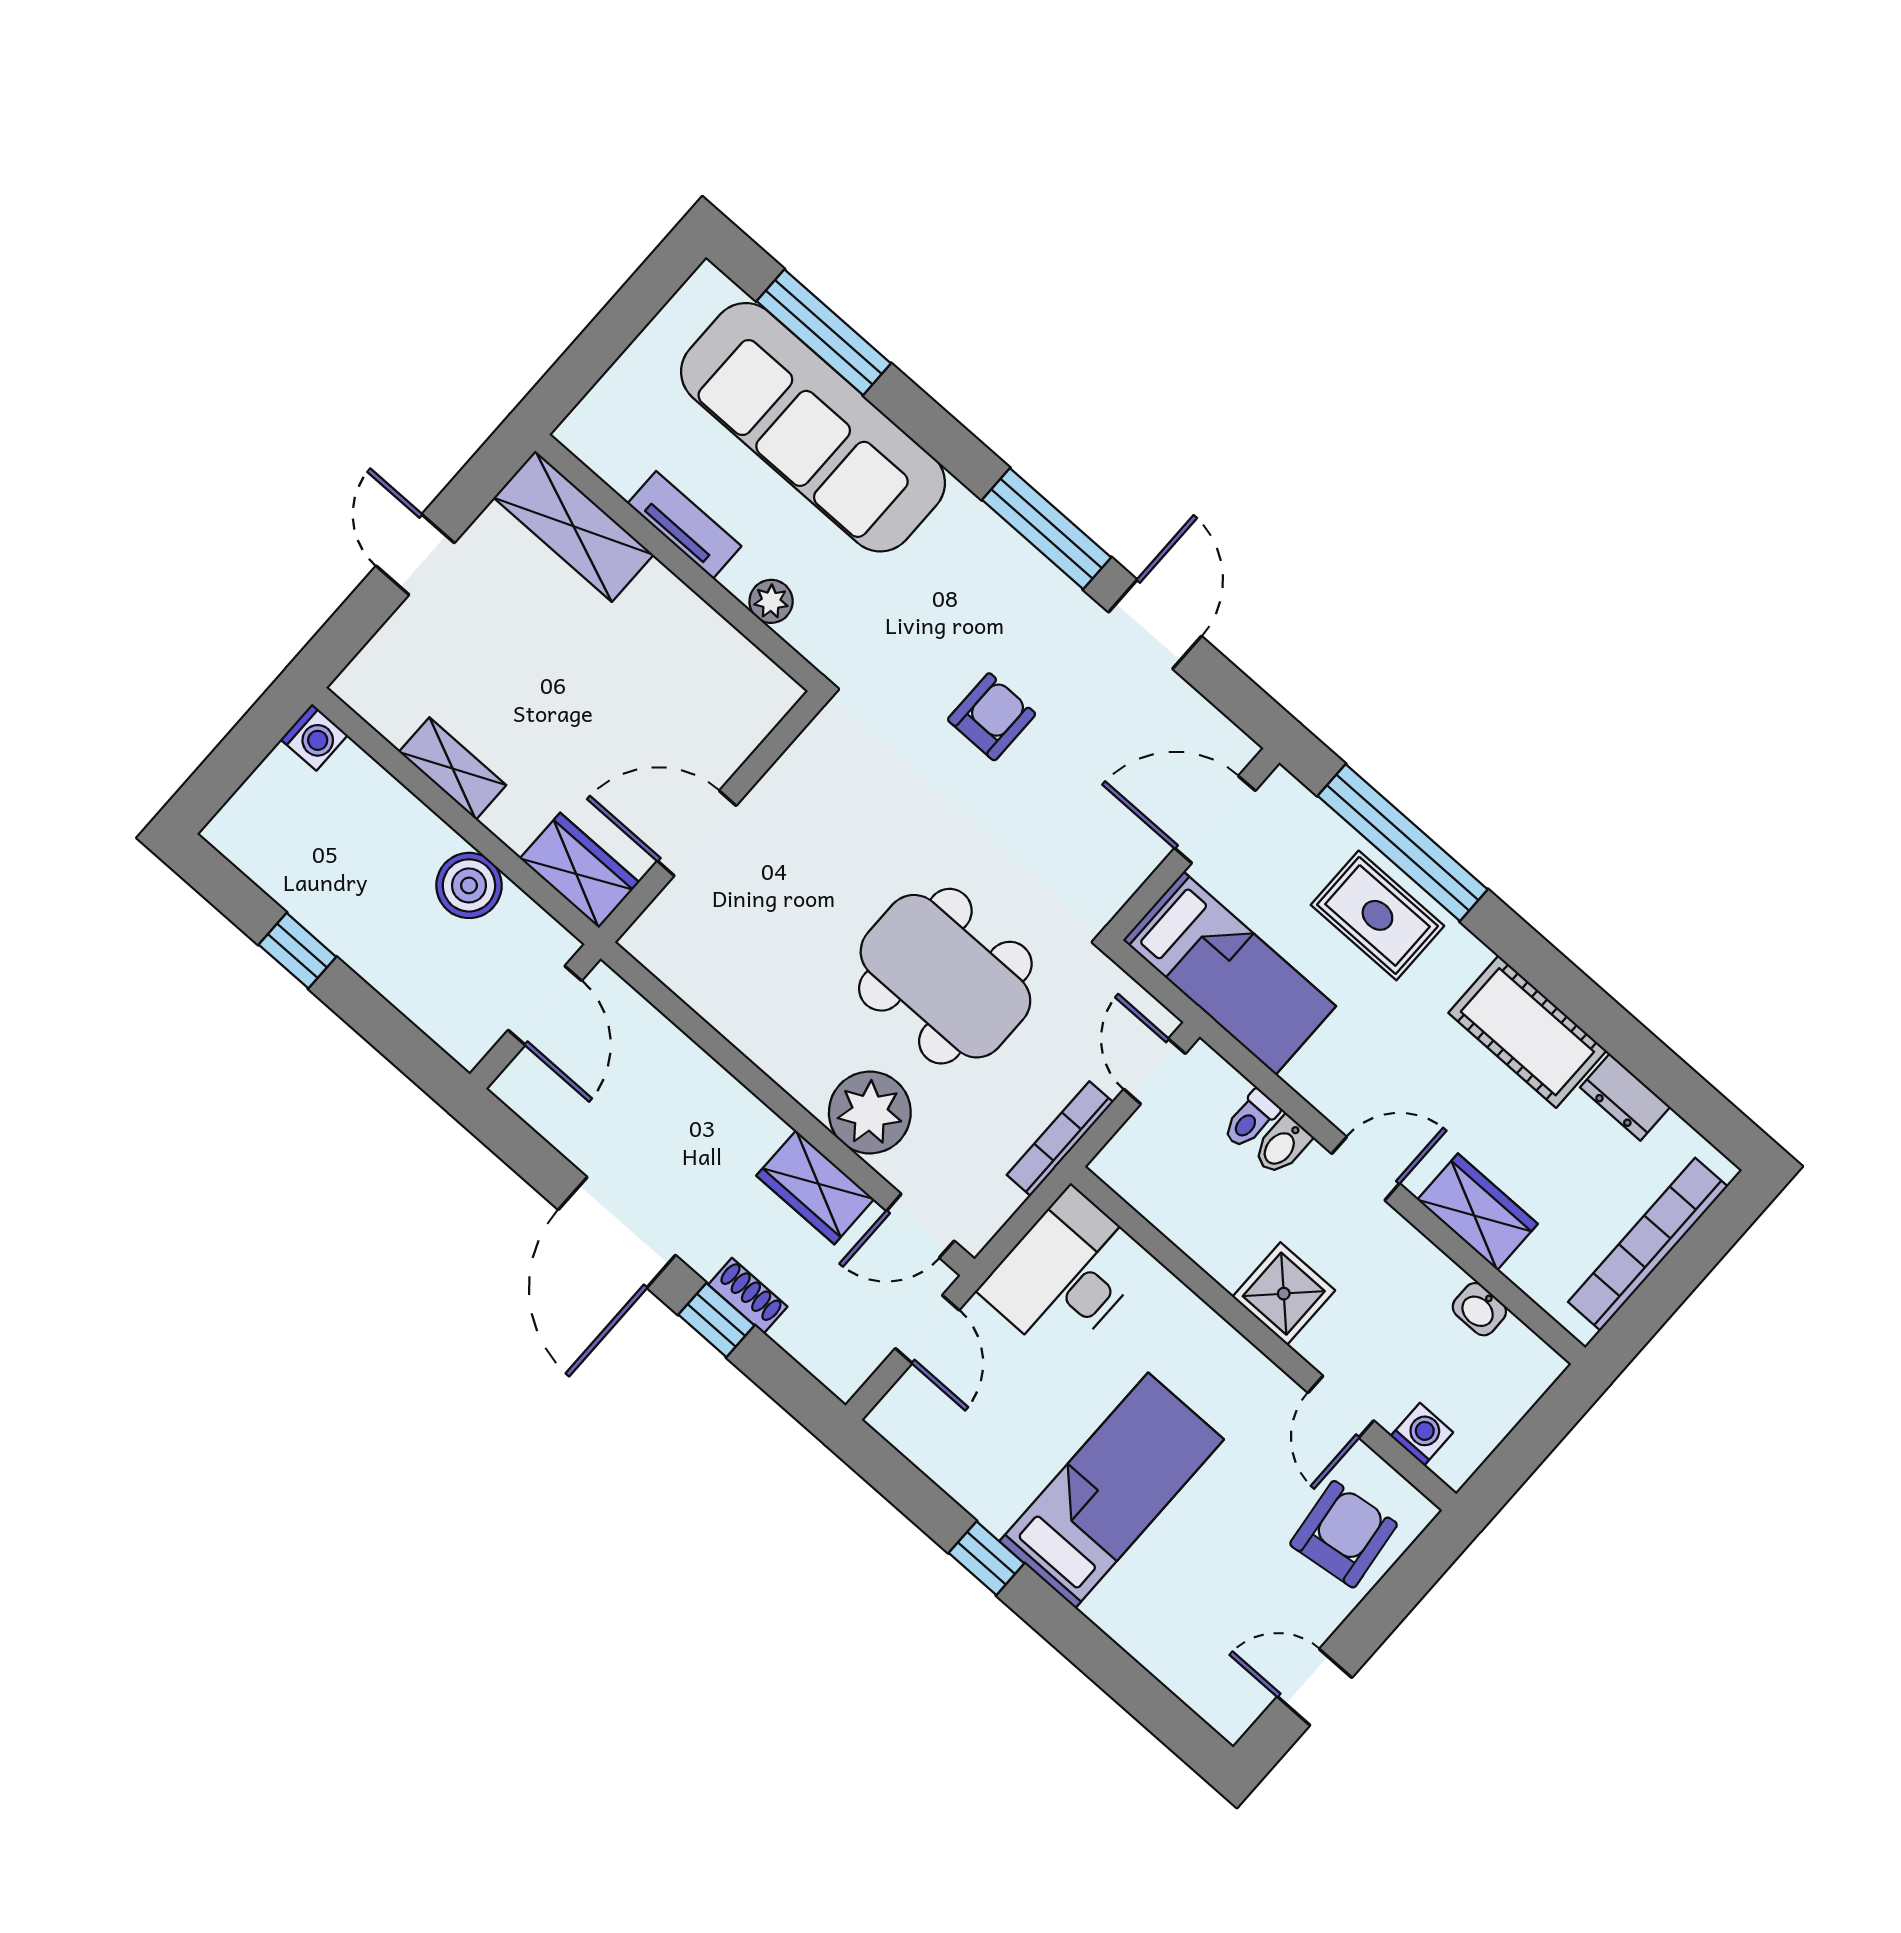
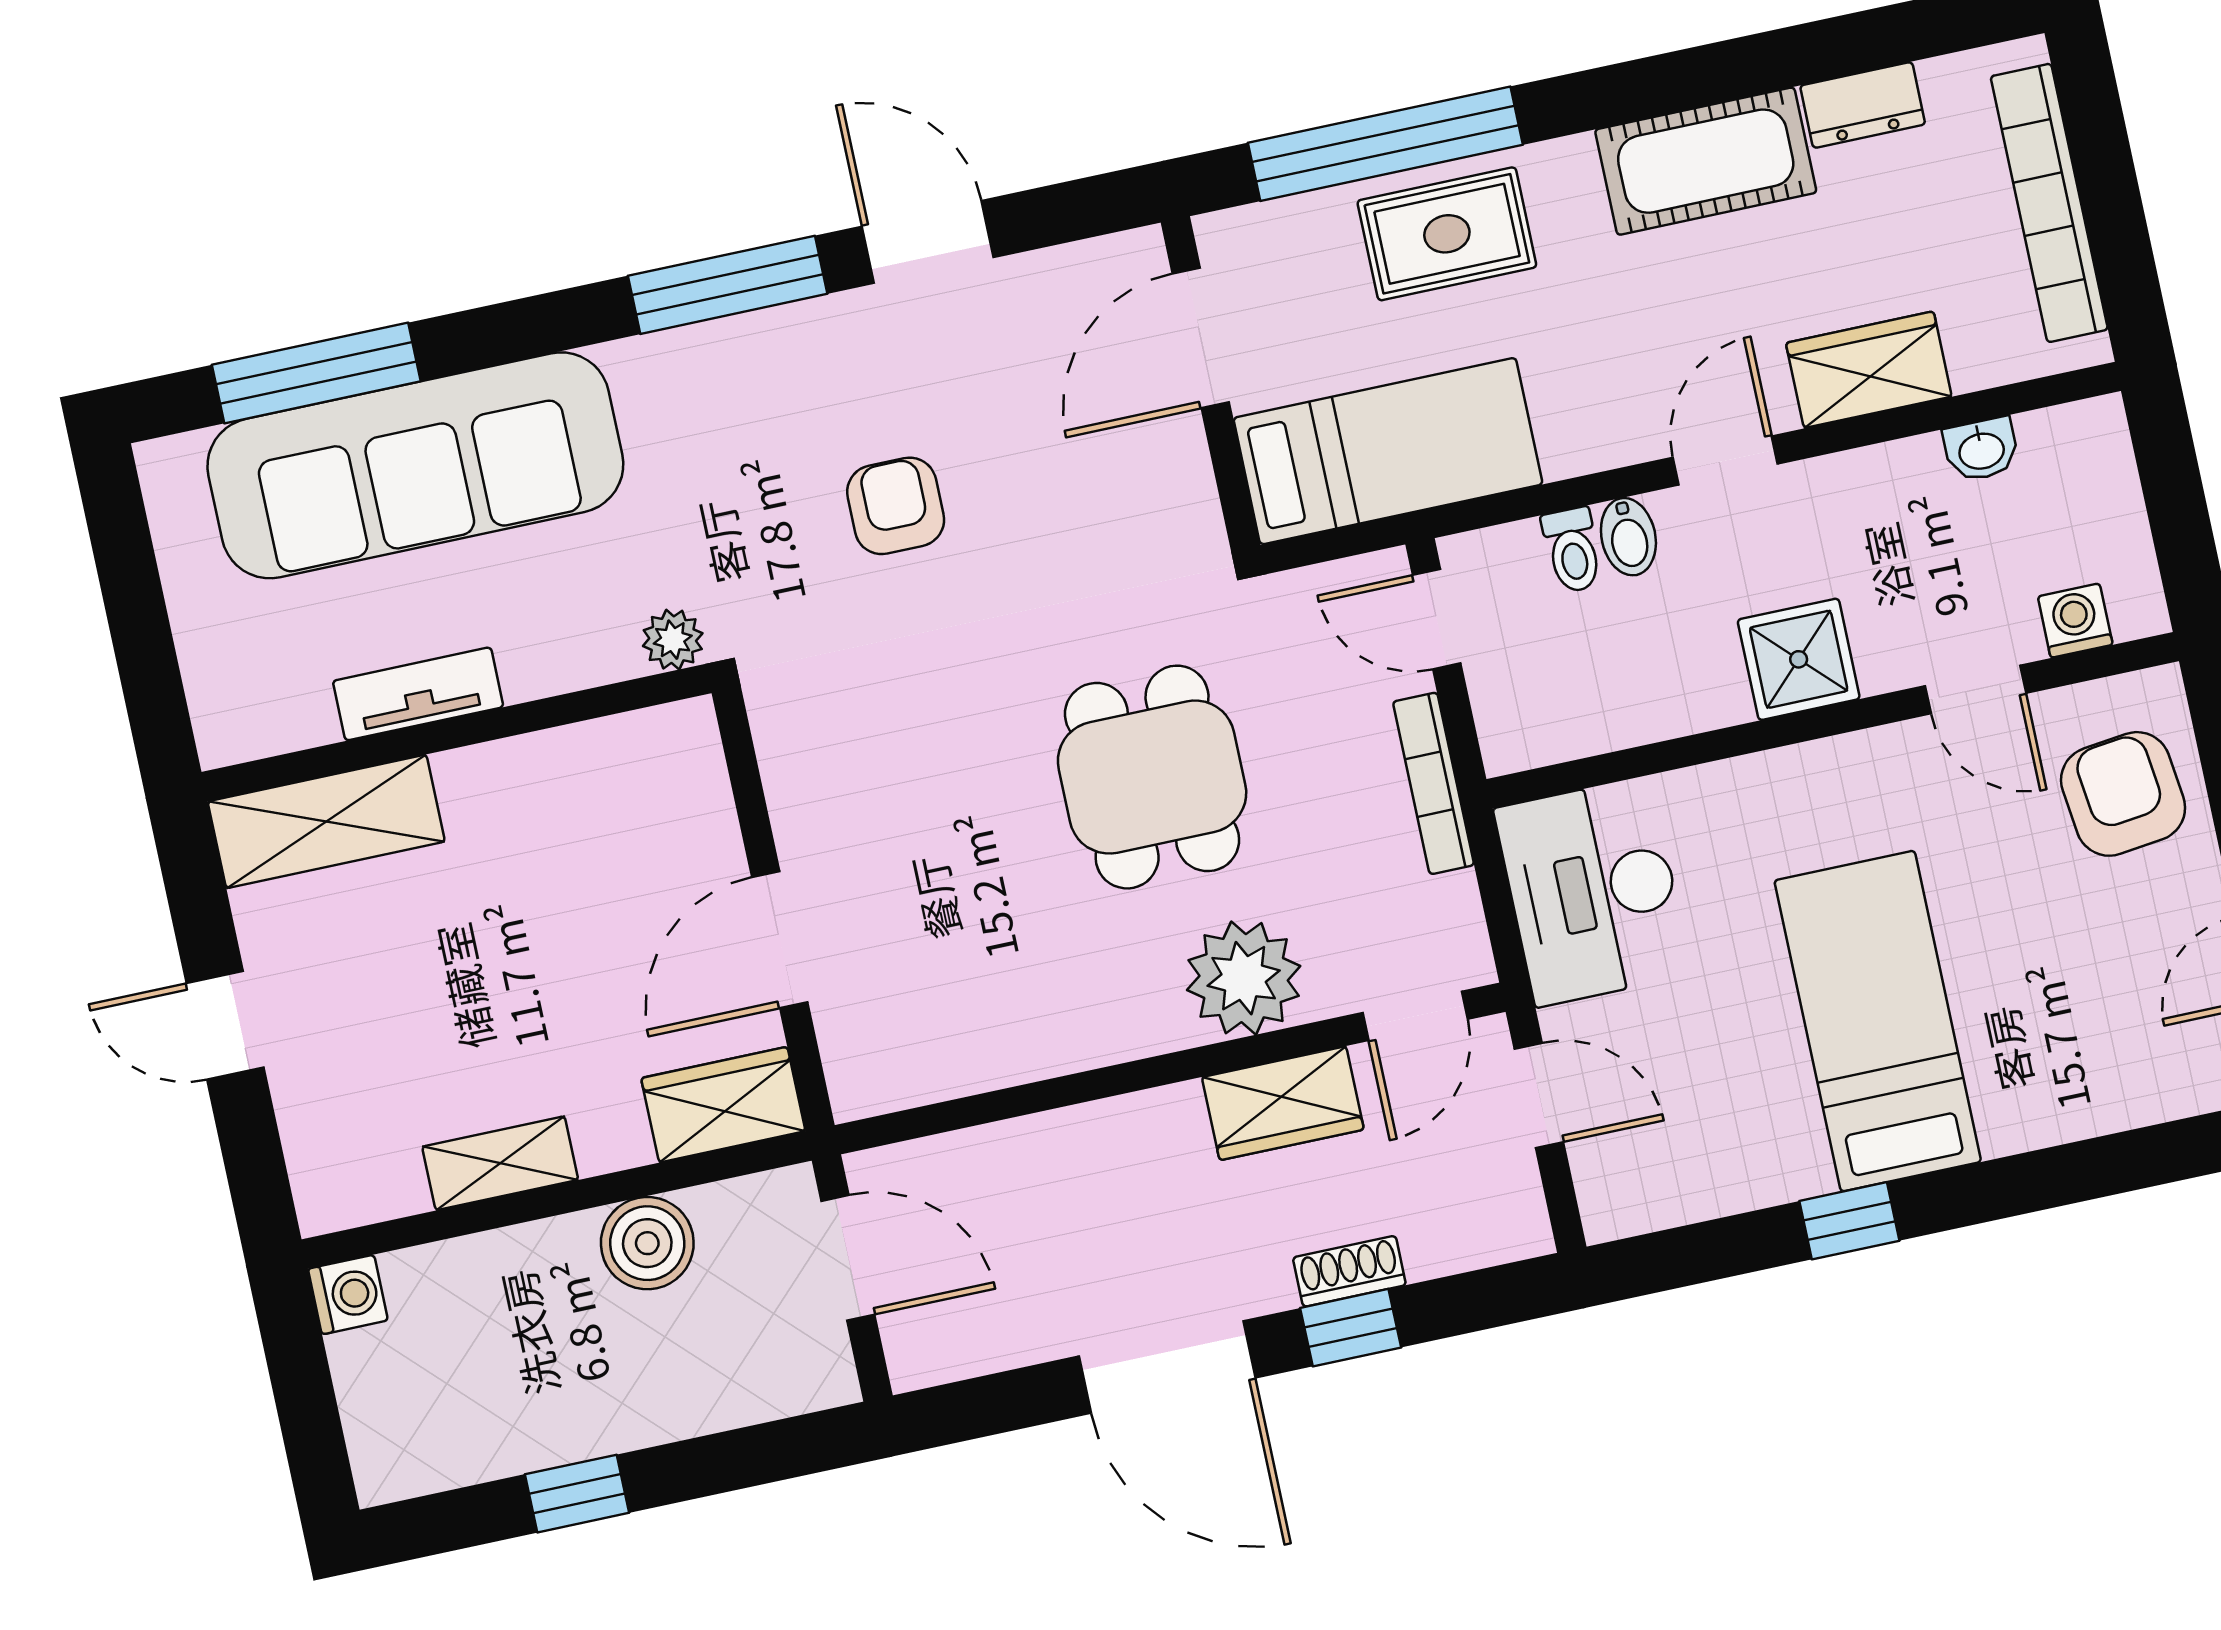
plant: (771, 601) -> (673, 640), moved
dining table: (945, 976) -> (1152, 777), width x0.73

